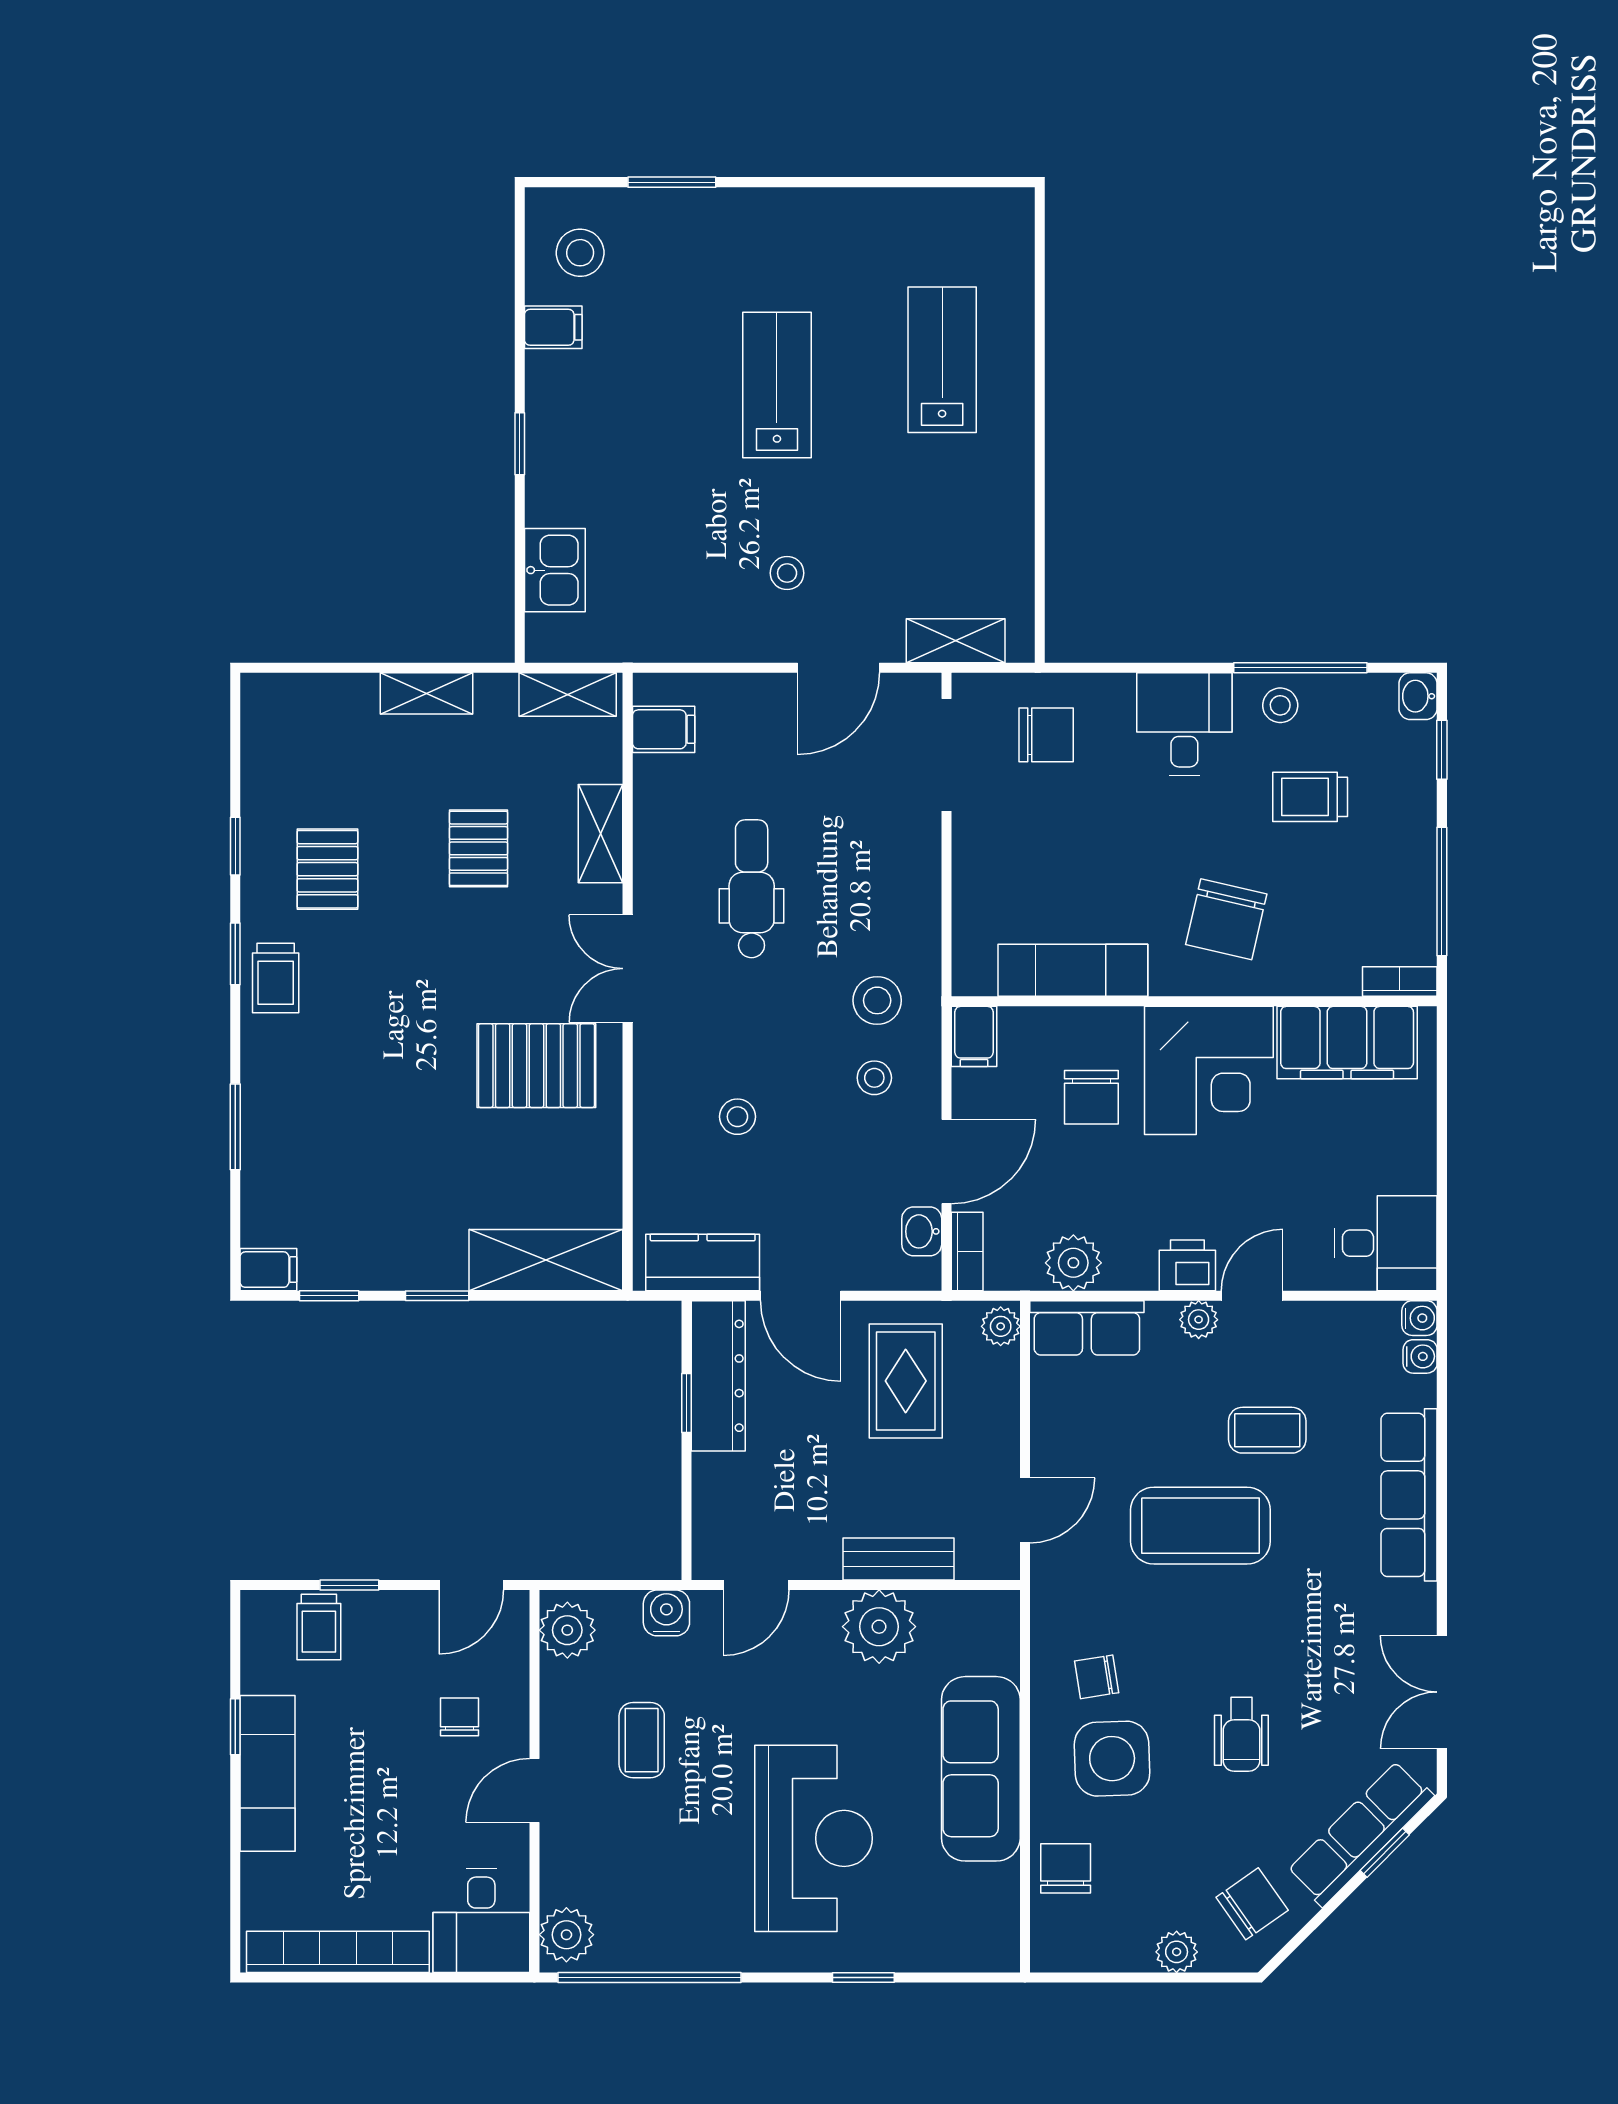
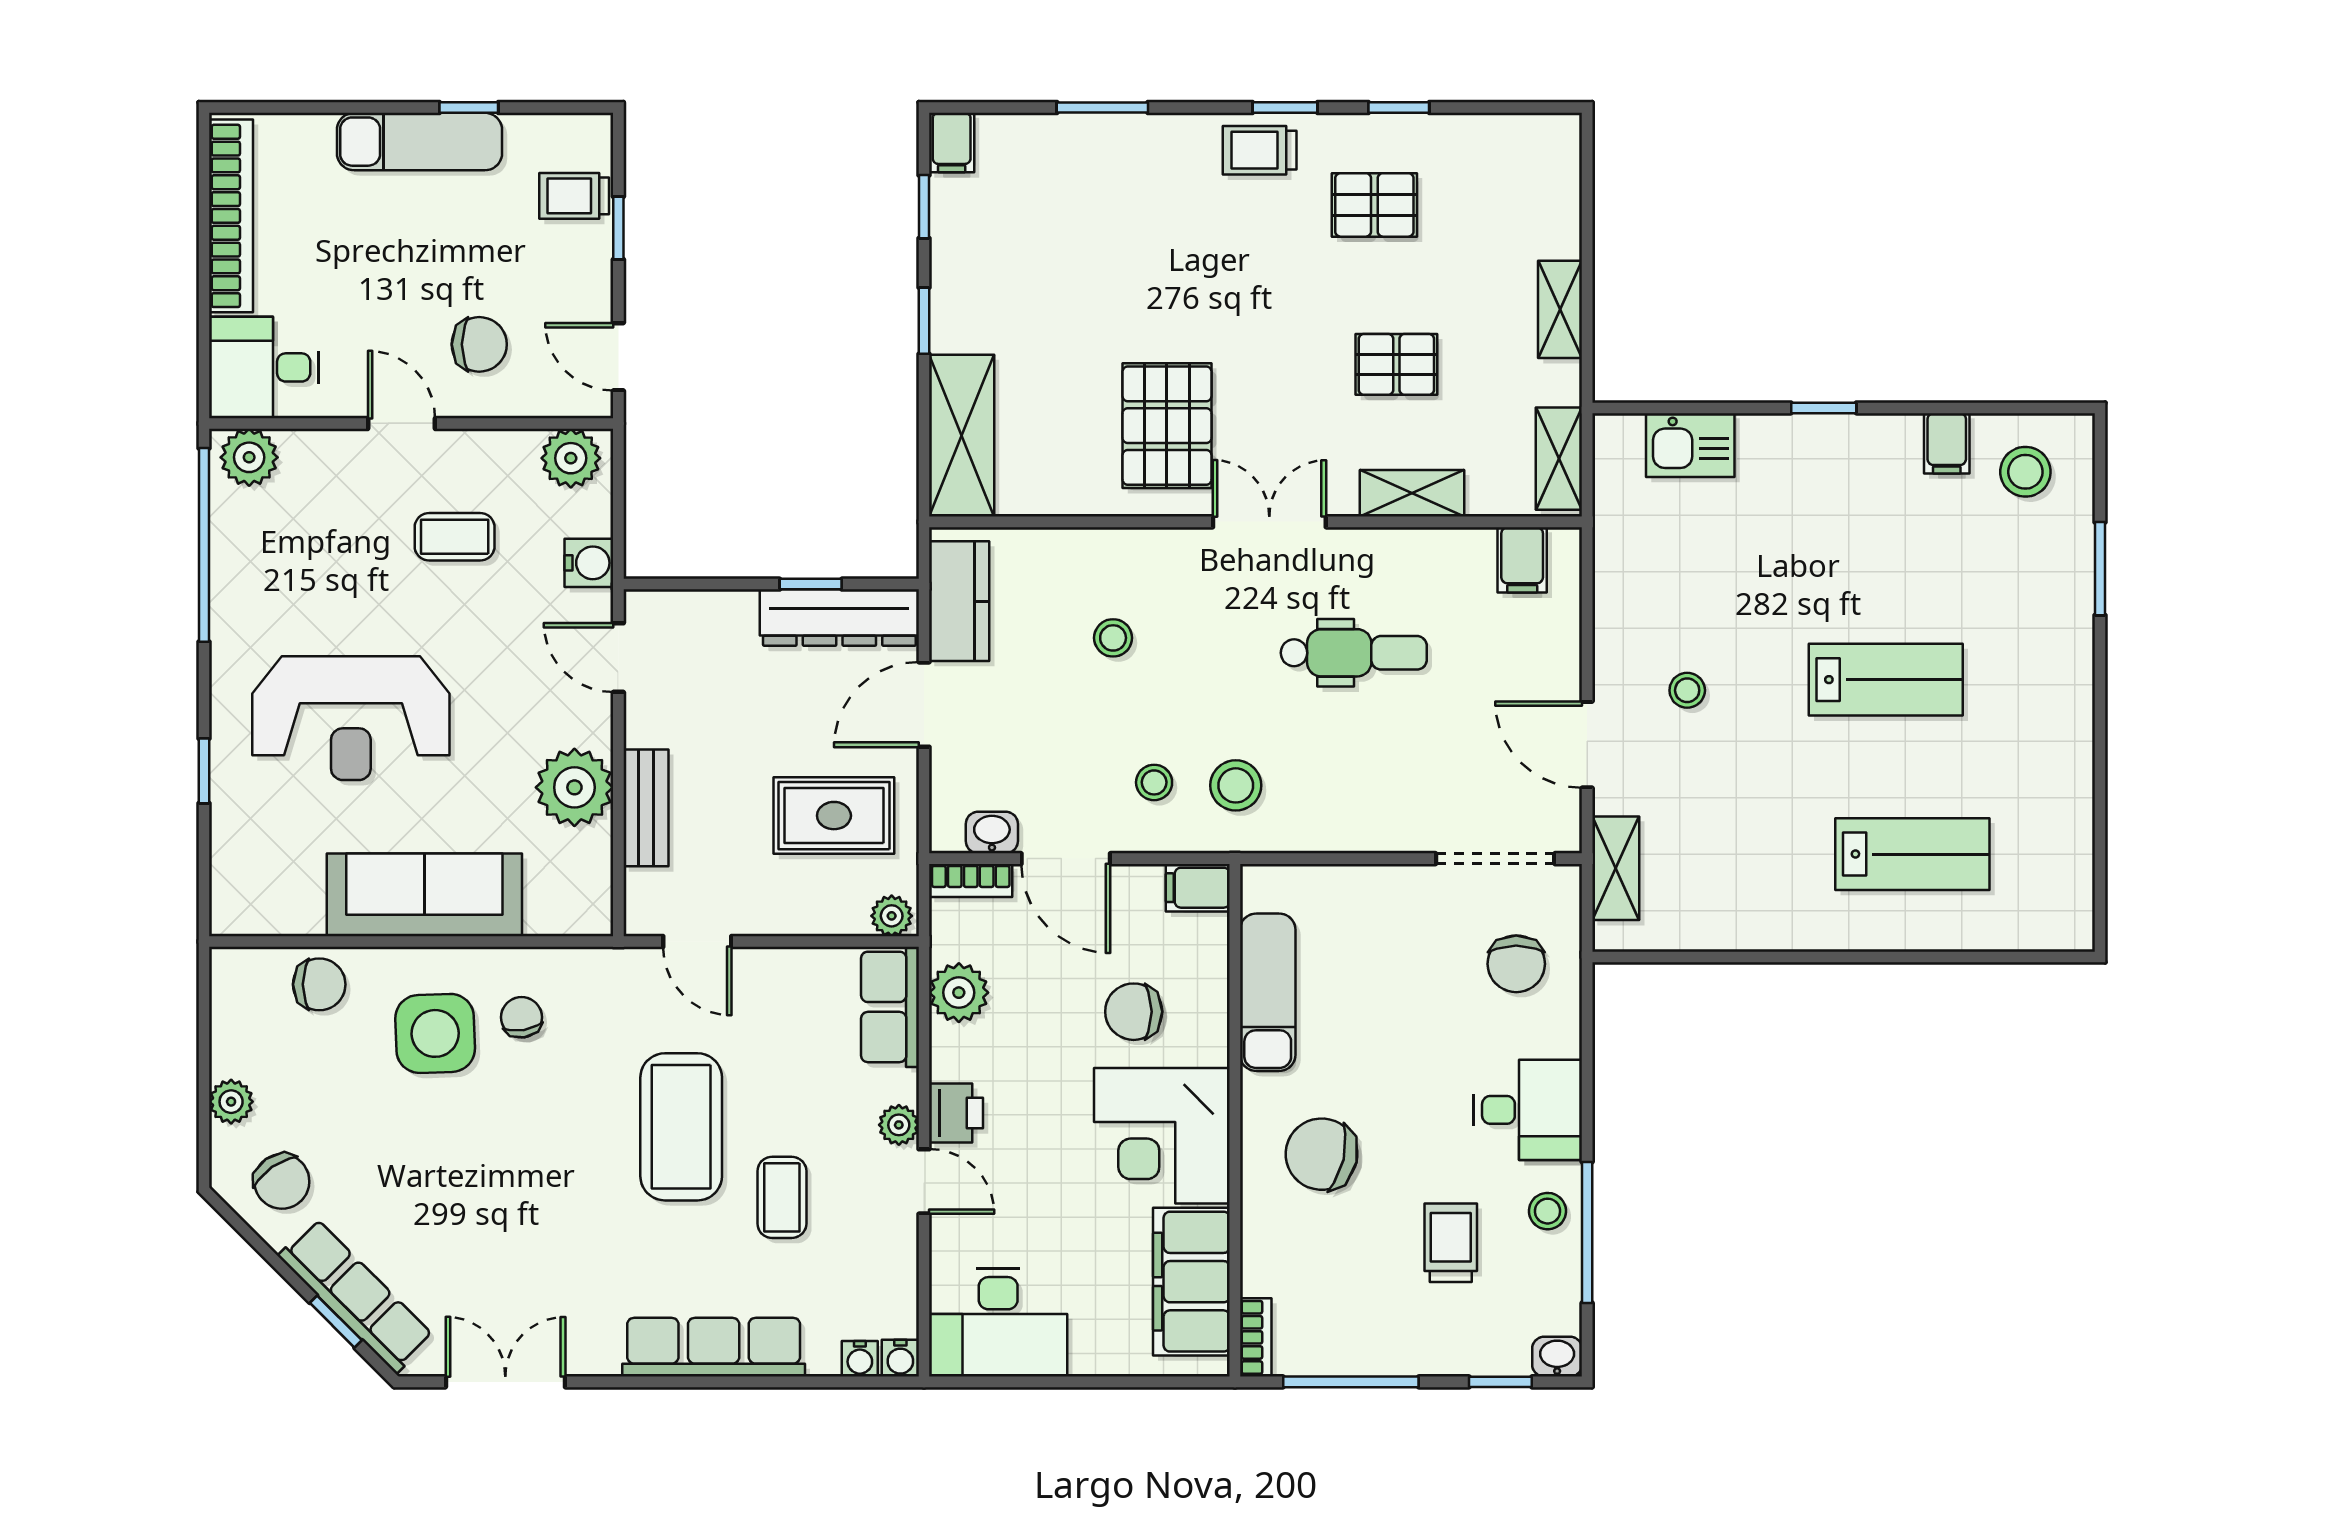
desk: (1386, 1243) -> (998, 1322), width x1.37
chair: (459, 1717) -> (479, 344), width x1.37, depth x1.37
wheelchair: (1241, 1734) -> (461, 1170), removed

